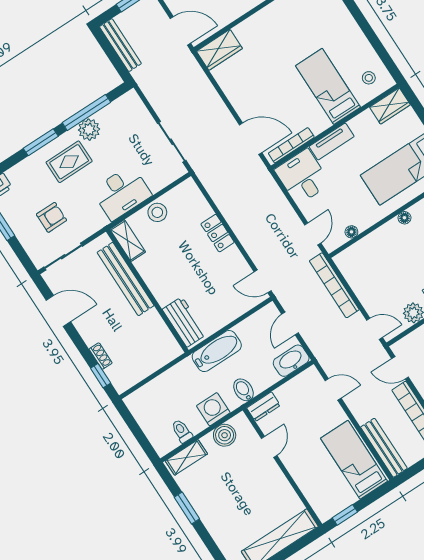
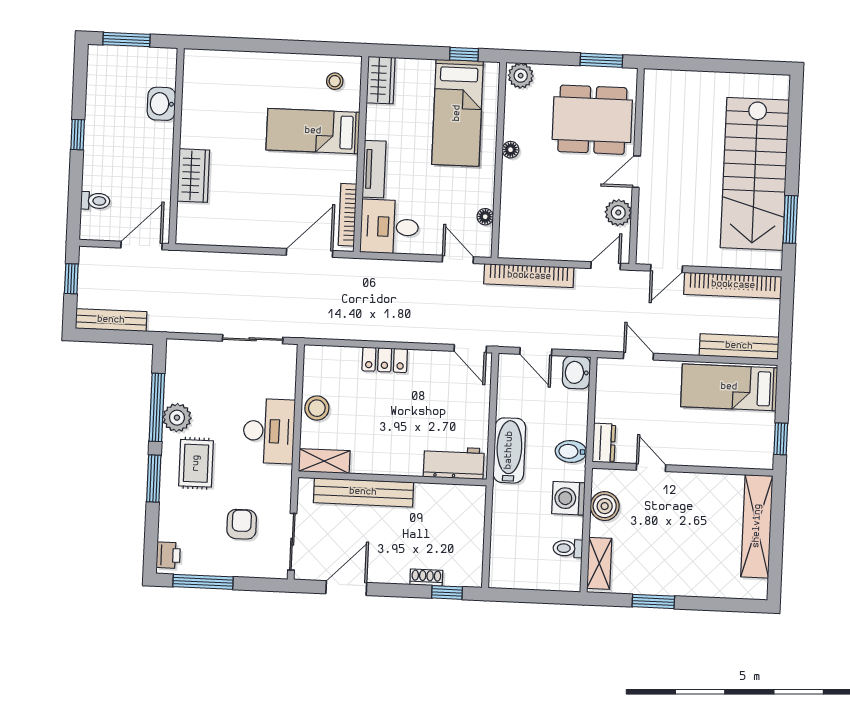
wardrobe: (219, 50) -> (193, 176), moved
door: (263, 281) -> (470, 349), hinge flipped
washbasin: (291, 361) -> (576, 372), width x0.72
door: (333, 389) -> (638, 356), hinge flipped

